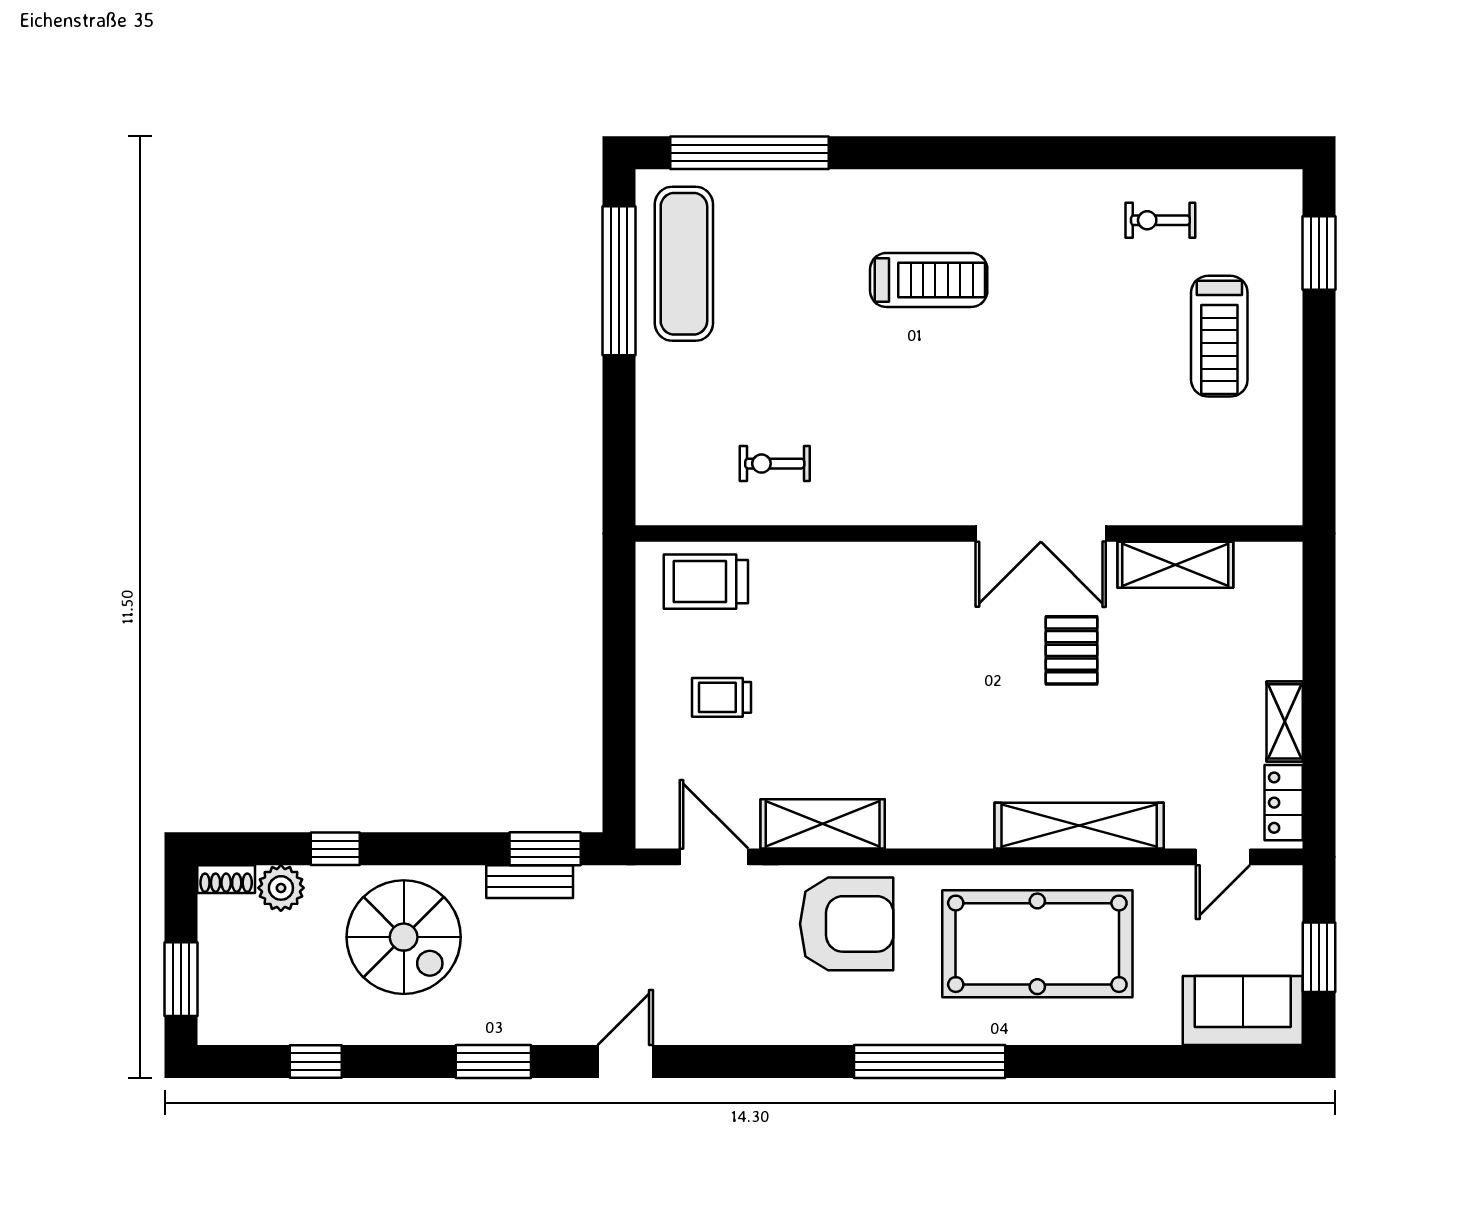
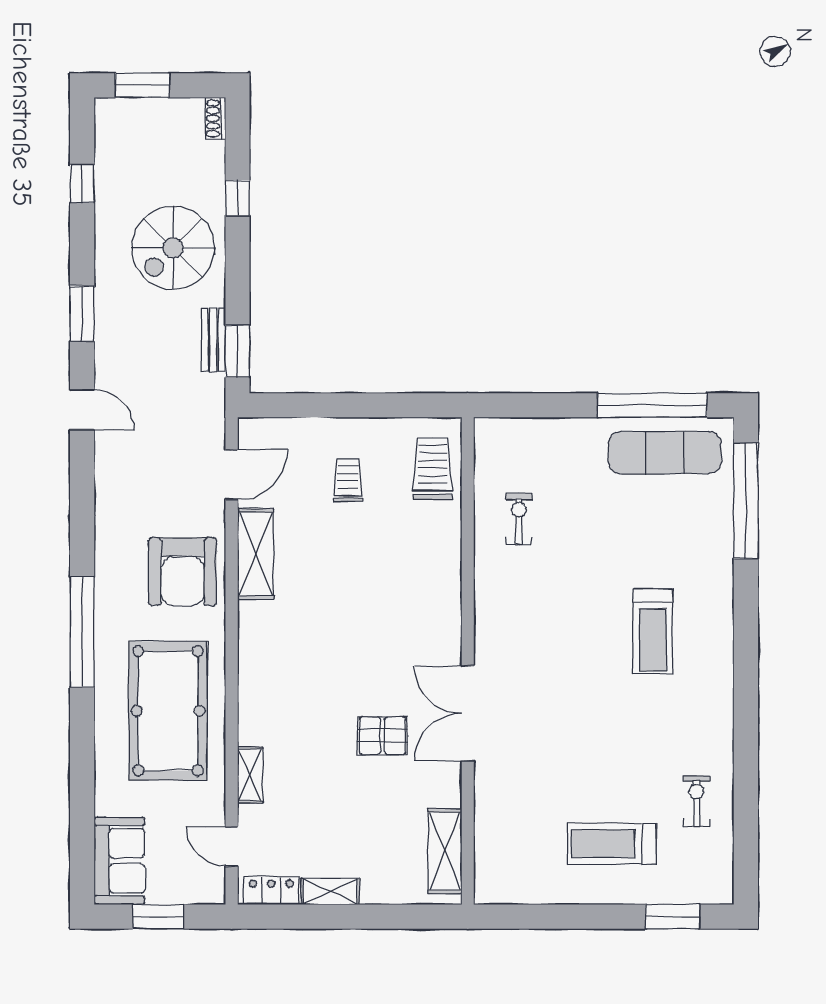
shelving: (1175, 565) -> (445, 851), moved
shelving: (1079, 826) -> (250, 775), width x0.45, depth x0.75
plant: (281, 888) -> (209, 158), removed

